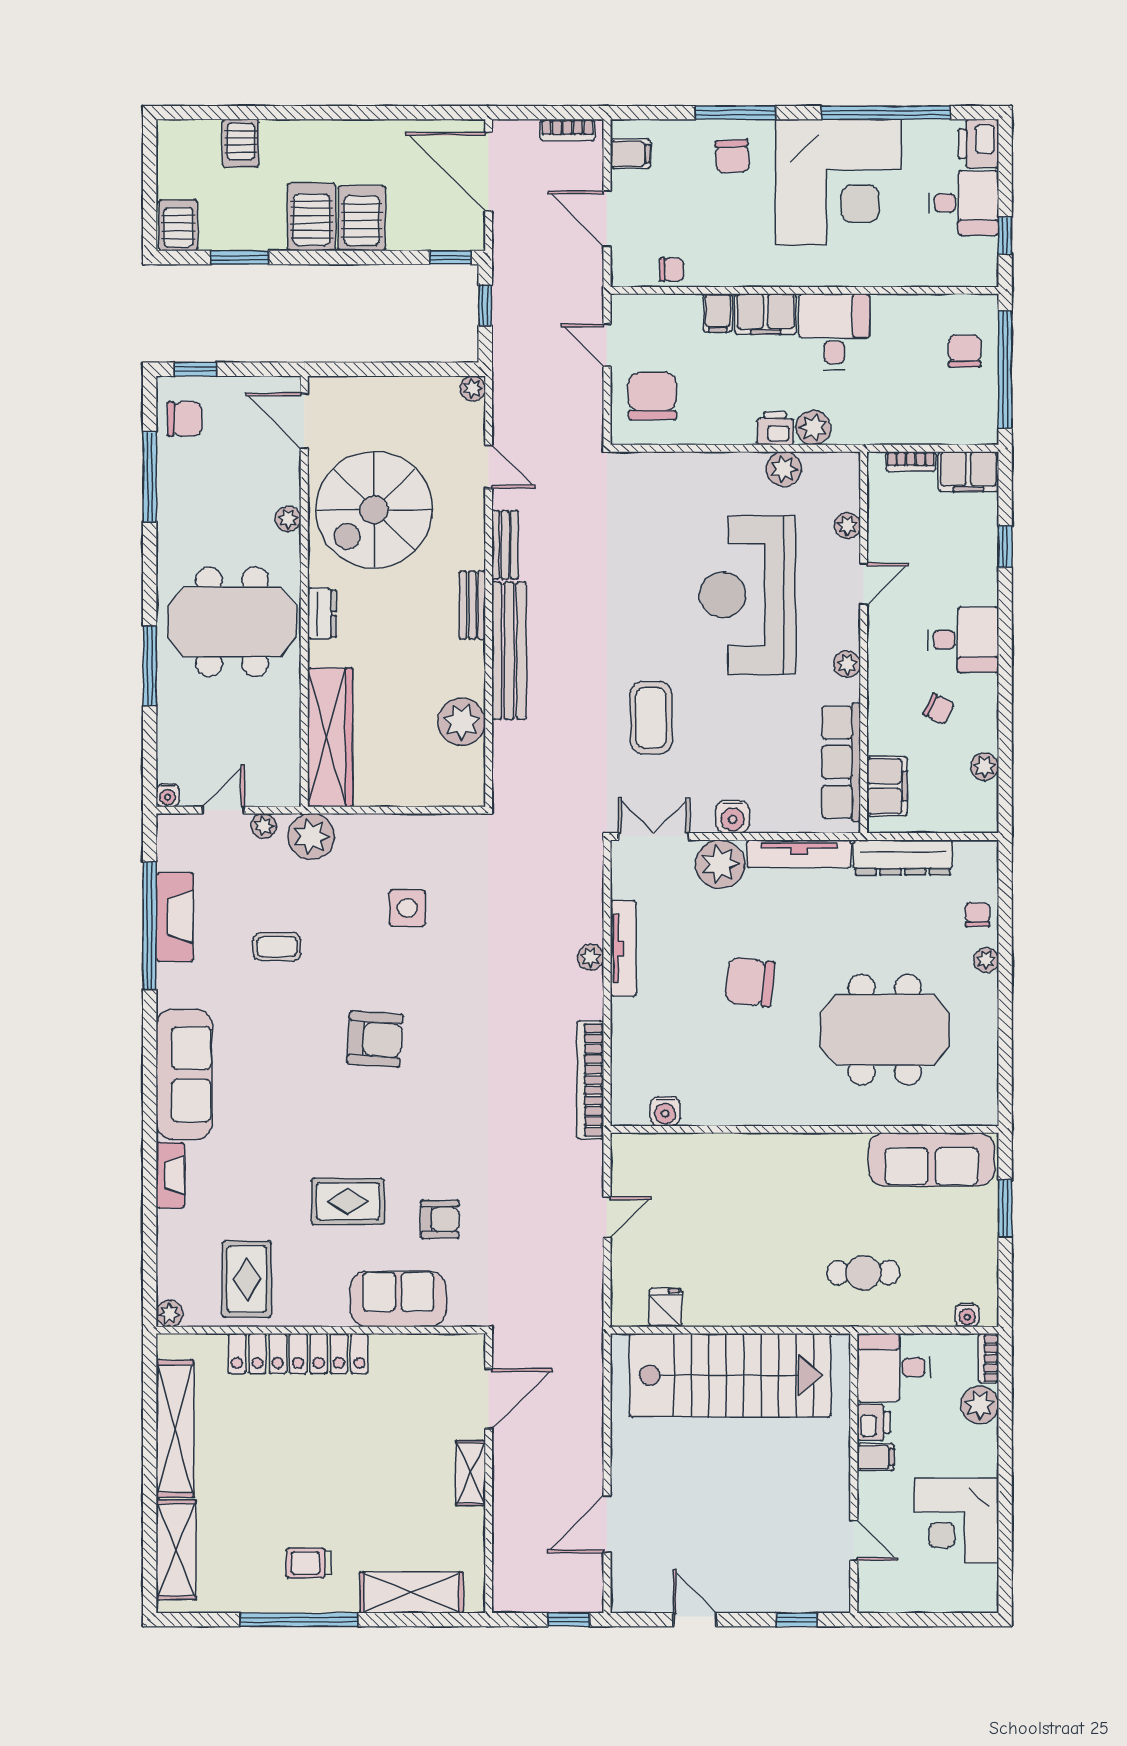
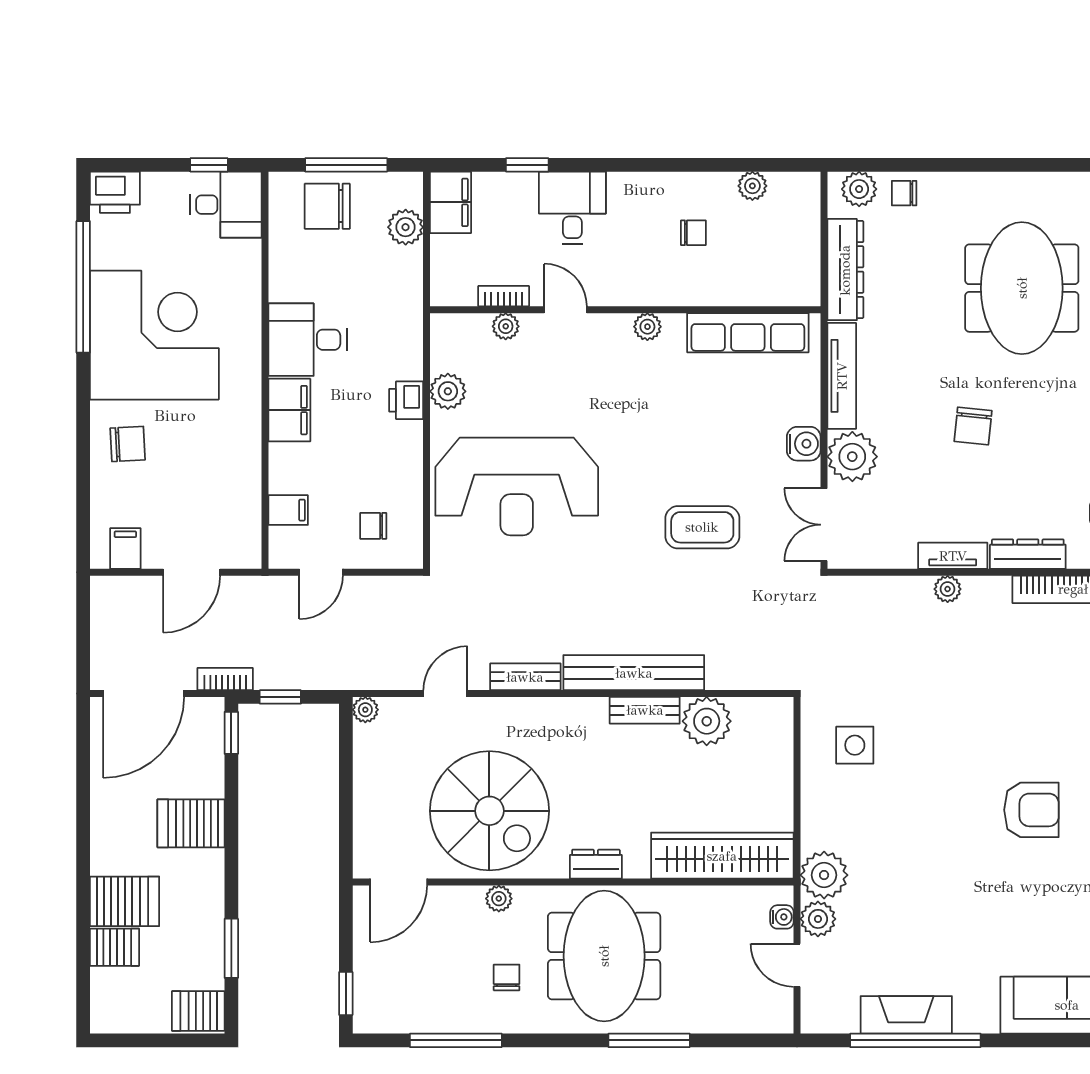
window: (735, 113) -> (83, 441), removed
bookcase: (567, 130) -> (225, 679), moved, turned -90
desk: (964, 203) -> (226, 205), moved, turned 90
server rack: (312, 217) -> (125, 901), moved, turned 180
chair: (672, 270) -> (244, 506), removed
filing cabinet: (718, 313) -> (288, 510), moved
chair: (965, 351) -> (327, 206), width x1.37, depth x1.37
window: (1005, 370) -> (346, 165), width x0.68
chair: (652, 396) -> (373, 526), width x0.54, depth x0.54
chair: (185, 419) -> (507, 977), moved, width x0.73, depth x0.73
plant: (813, 428) -> (406, 227), moved
bookcase: (911, 461) -> (504, 296), moved, turned -90
reception desk: (747, 595) -> (517, 486), moved
bench: (472, 605) -> (645, 710), moved
desk: (963, 640) -> (572, 208), moved
chair: (939, 709) -> (693, 233), turned 64
filing cabinet: (887, 786) -> (772, 286), removed
water cooler: (168, 795) -> (782, 917), moved
plant: (264, 826) -> (818, 919), width x1.38, depth x1.38
side table: (407, 908) -> (855, 745), moved
coffee table: (277, 947) -> (937, 910), removed
tv unit: (623, 949) -> (953, 556), width x0.71
plant: (986, 960) -> (859, 189), moved, width x1.38, depth x1.38
chair: (750, 982) -> (973, 426), width x0.73, depth x0.73
dresser: (625, 1036) -> (1028, 554), added
armchair: (375, 1039) -> (1031, 810), turned 86

